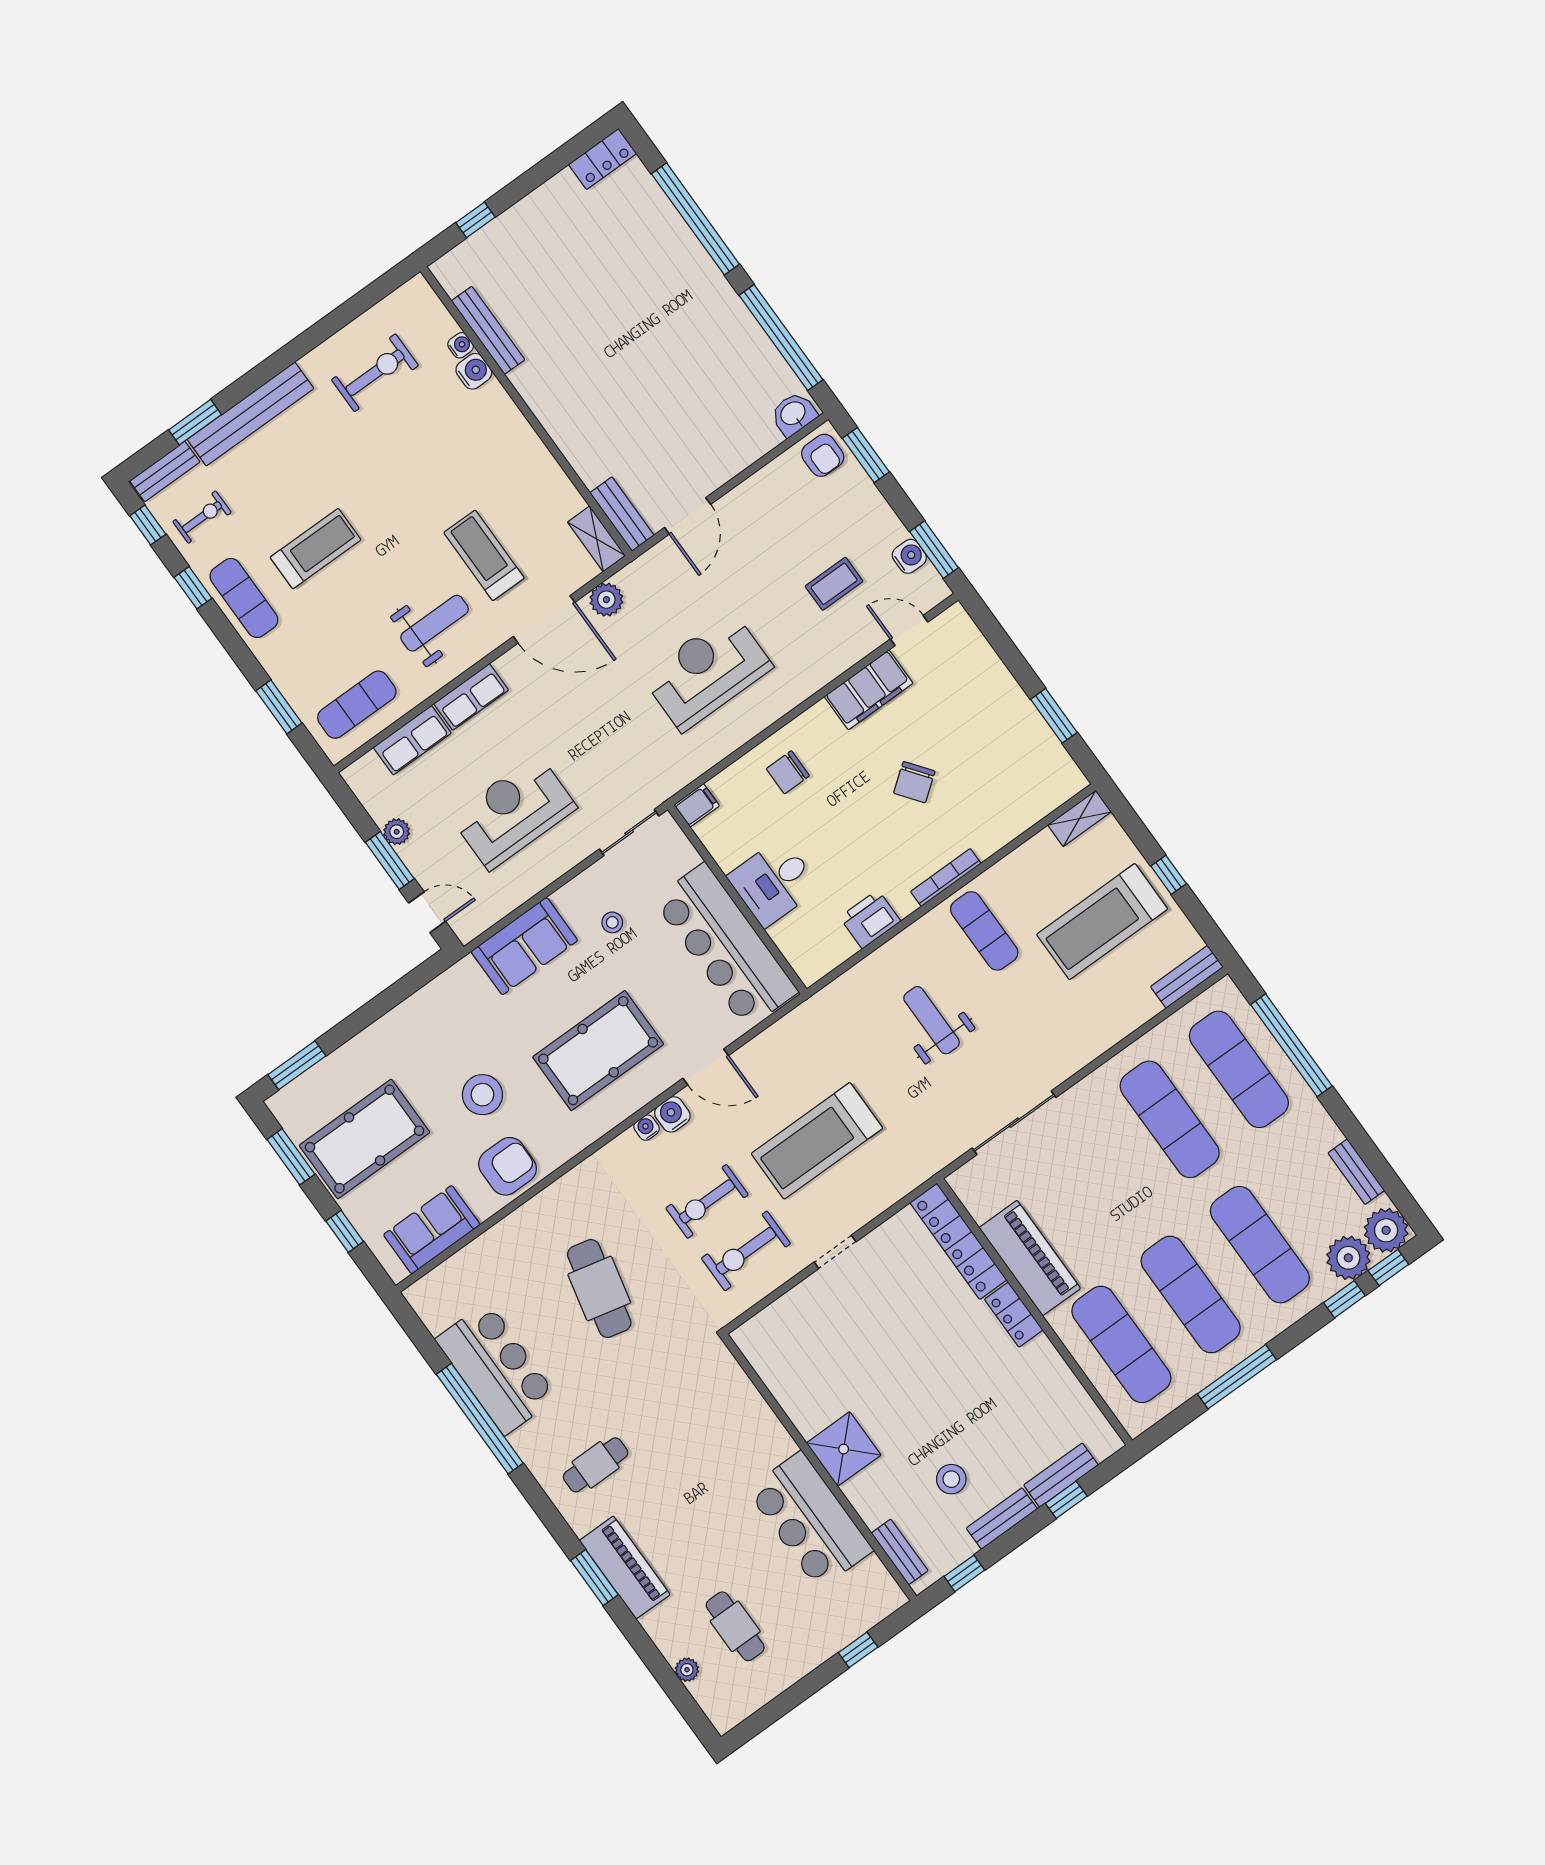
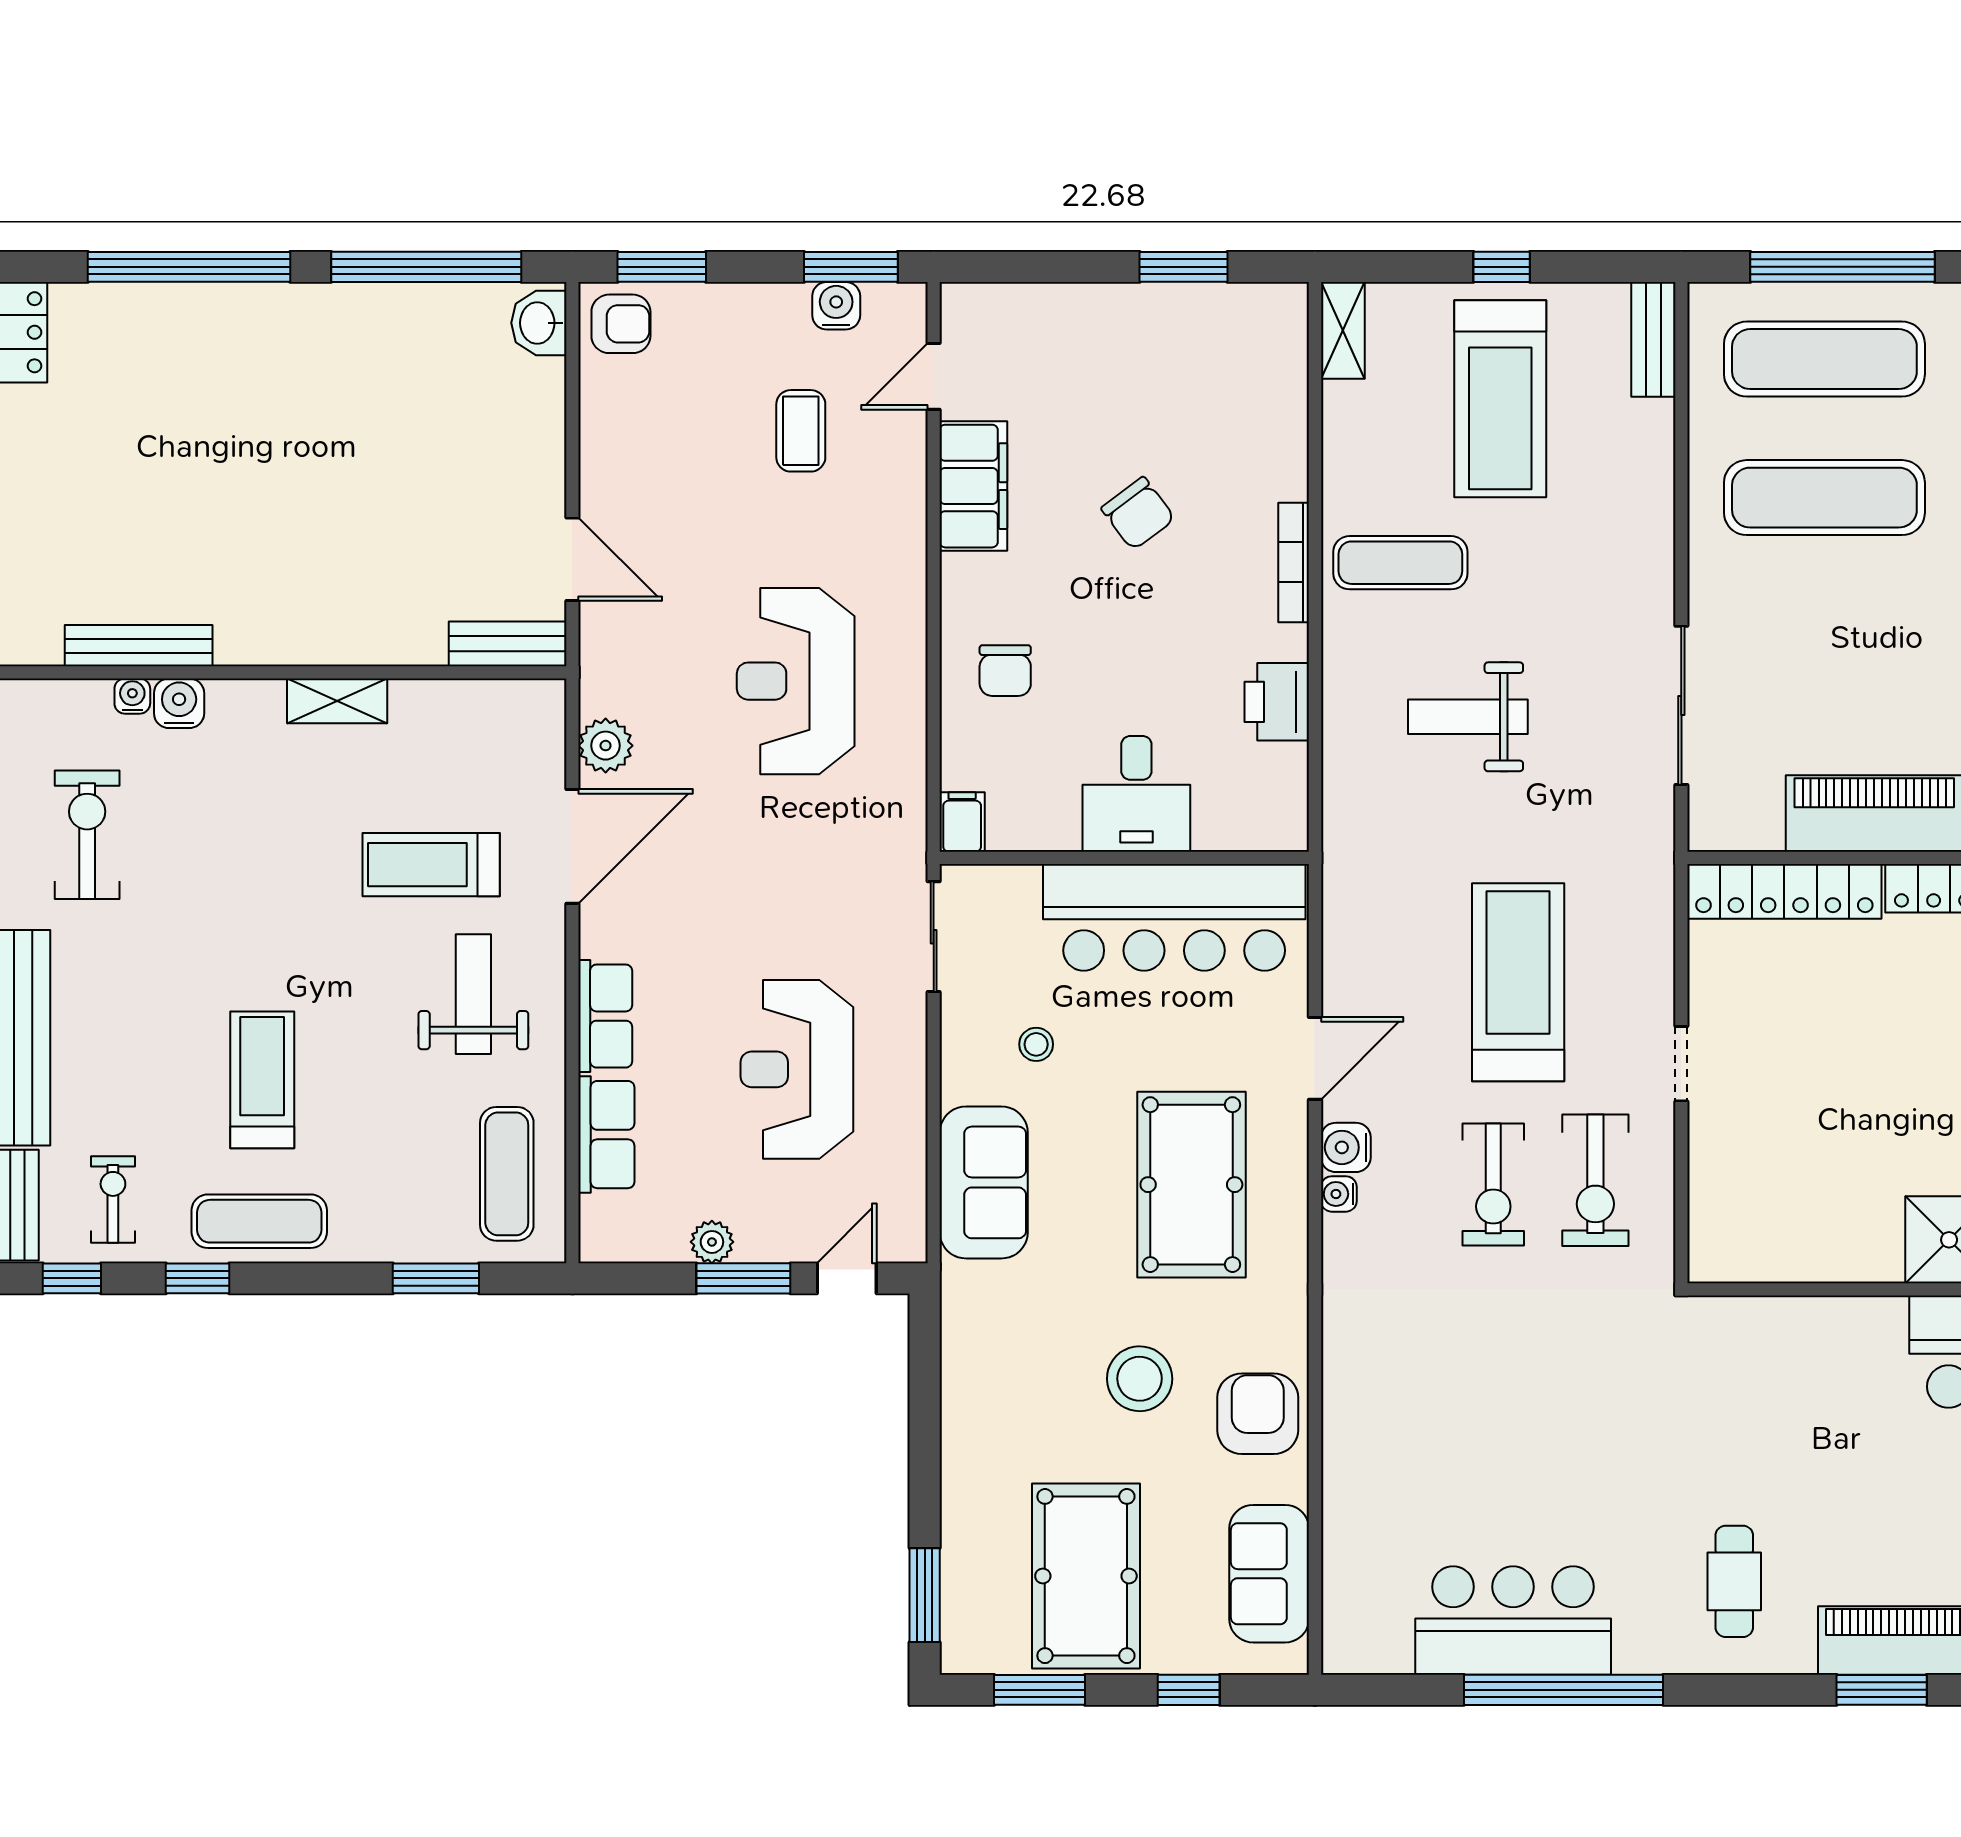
shelving: (597, 539) -> (337, 701), moved
treadmill: (817, 1141) -> (1518, 982), turned 180
cafe table: (599, 1289) -> (1506, 1409), removed

